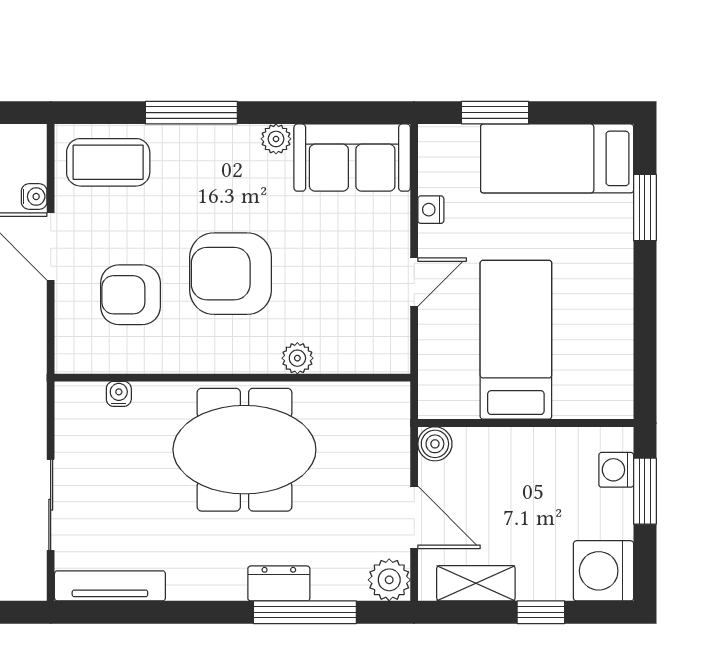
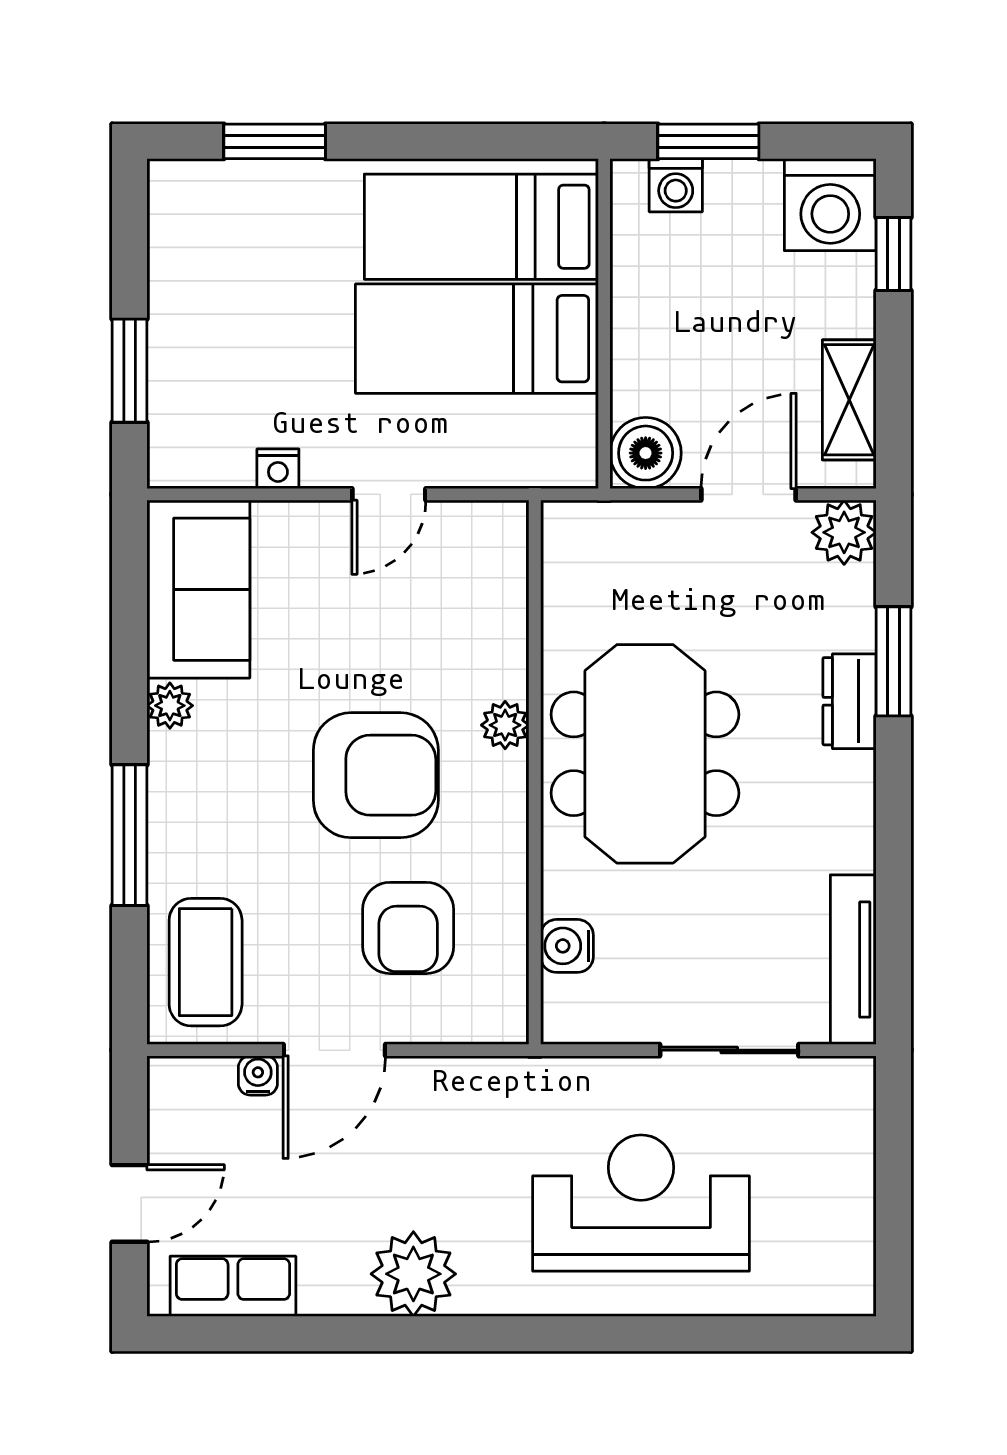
bed: (557, 158) -> (481, 227), moved, turned 90
armchair: (230, 274) -> (376, 775), turned -90
door: (414, 282) -> (389, 494), swing flipped
plant: (297, 358) -> (505, 725), moved
water cooler: (119, 394) -> (567, 946), width x1.38, depth x1.38
boiler: (435, 444) -> (646, 453), width x1.36, depth x1.36
window: (305, 612) -> (894, 661), width x0.69
window: (541, 612) -> (894, 254), moved

